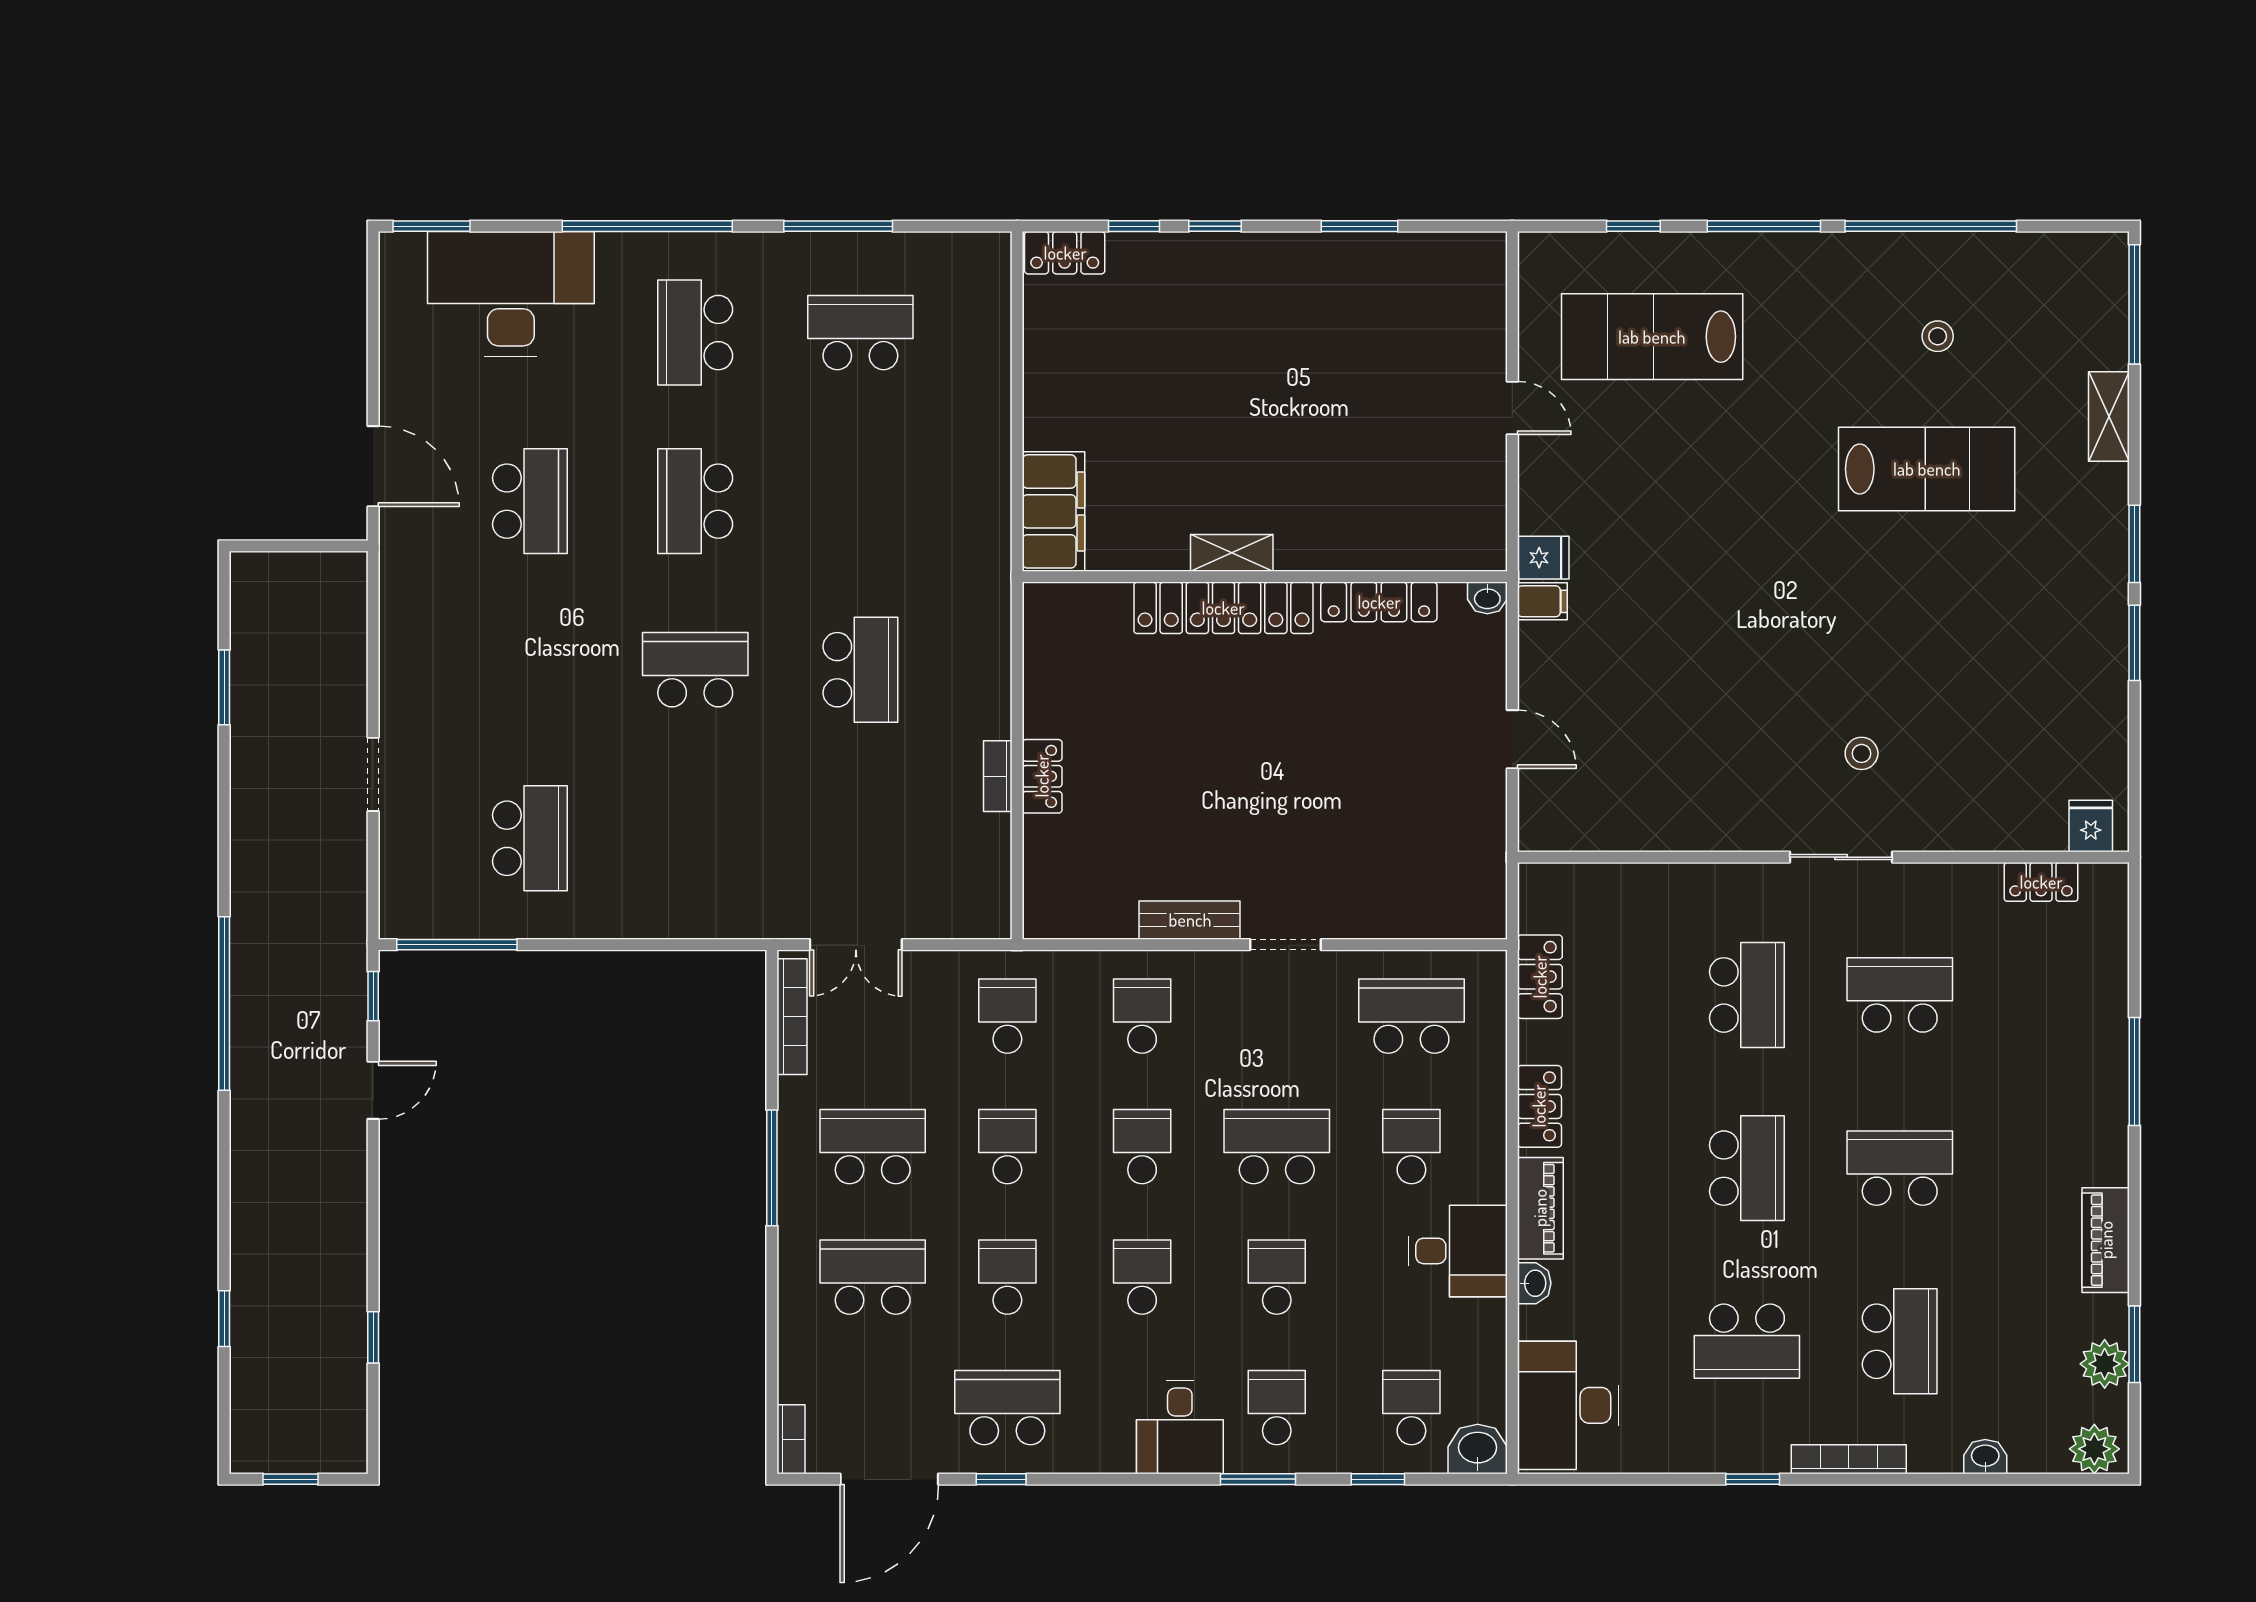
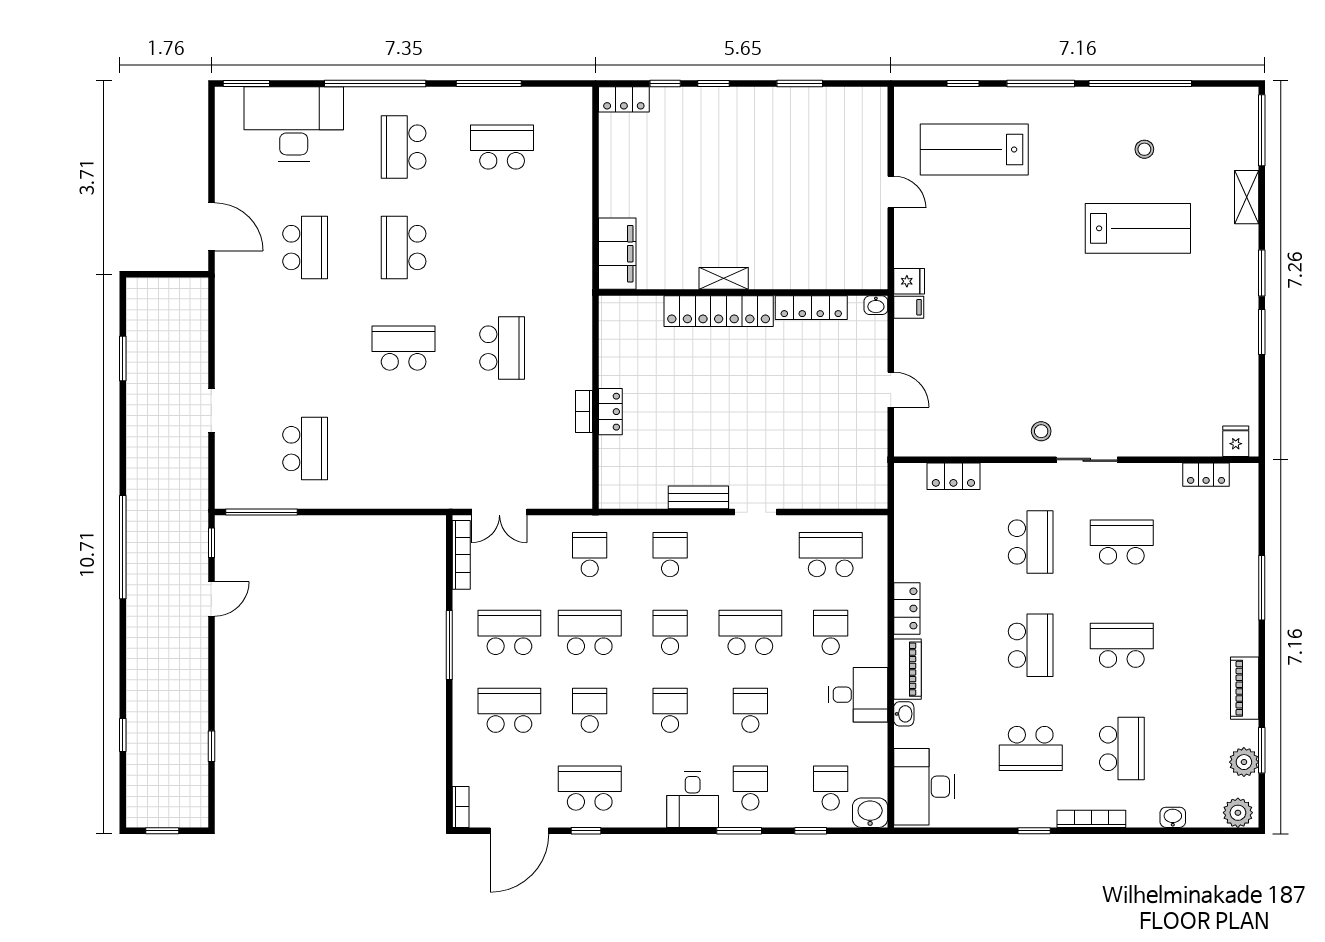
stool: (1862, 753) -> (1041, 431), moved
locker: (1540, 977) -> (953, 476), moved, turned 90
school desk: (1007, 1147) -> (590, 632), width x1.85

